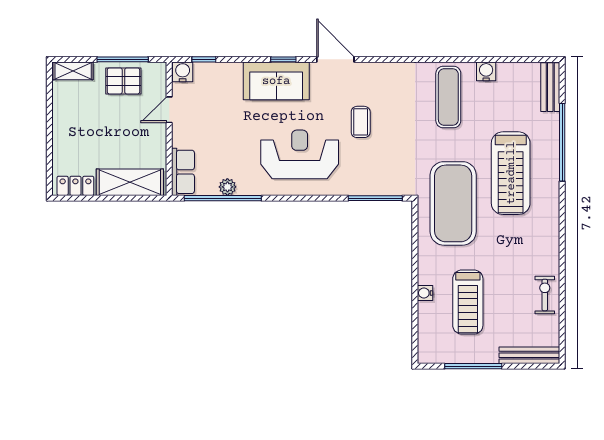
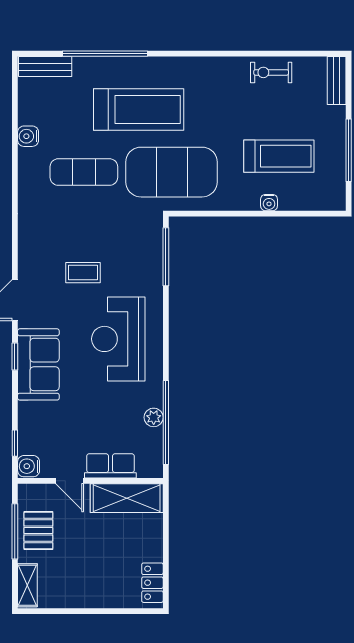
exercise mat: (448, 97) -> (84, 172), moved
row of seats: (183, 172) -> (110, 466), moved
shelving: (130, 182) -> (127, 498), moved, turned 90
bench: (529, 355) -> (337, 80), width x0.73

